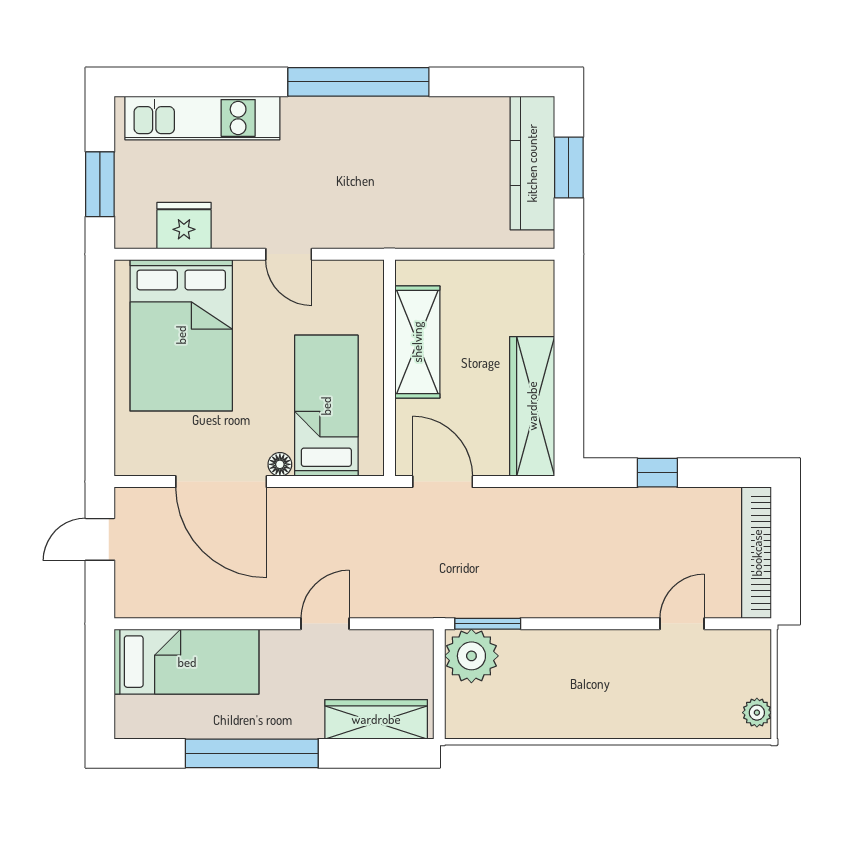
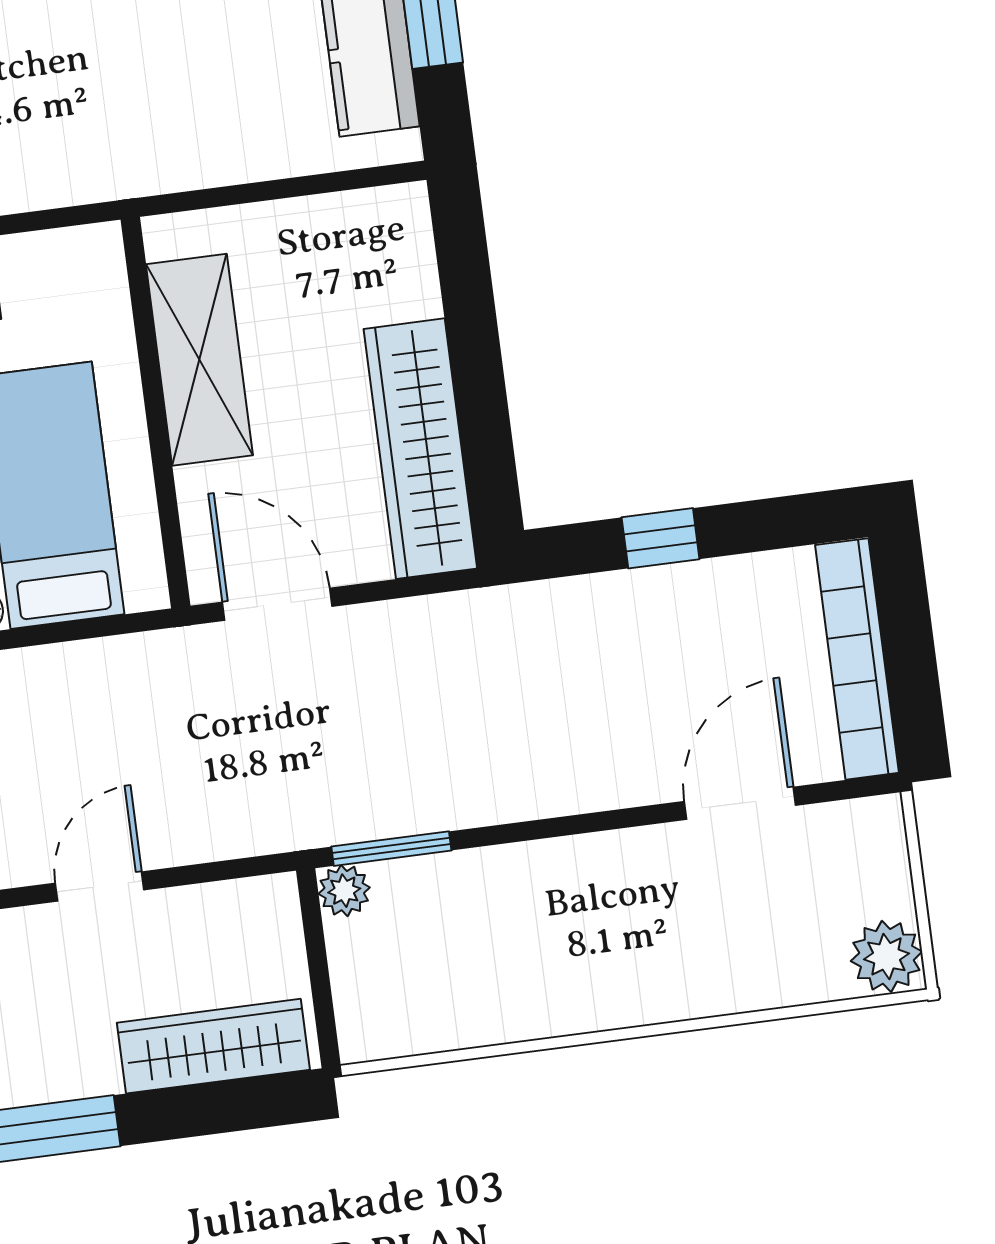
door: (682, 624) -> (740, 803), width x1.38
plant: (471, 656) -> (344, 891), width x0.53, depth x0.53
plant: (757, 713) -> (886, 956), width x1.38, depth x1.38

